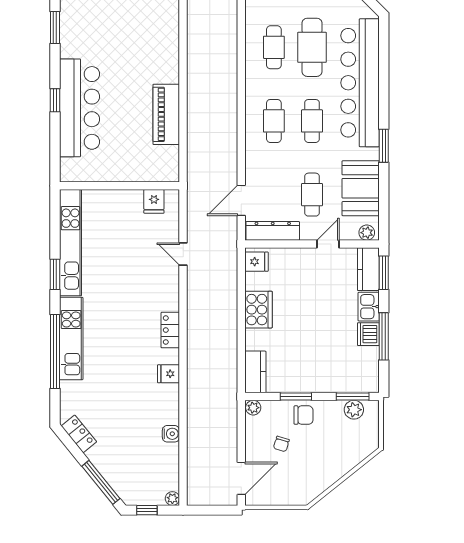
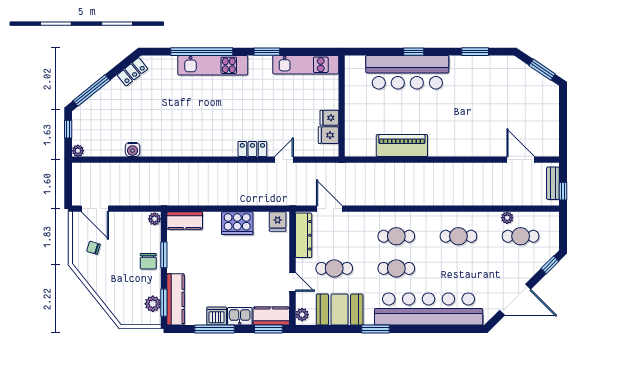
cafe table: (312, 47) -> (458, 268), removed
kitchen unit: (70, 243) -> (306, 65), width x0.73
locker: (170, 330) -> (252, 149), moved
fridge: (169, 374) -> (329, 118), moved, turned -90
kitchen counter: (349, 383) -> (176, 299), added
chair: (281, 444) -> (93, 248), moved

